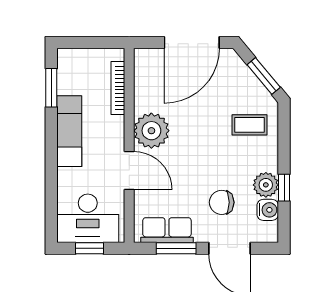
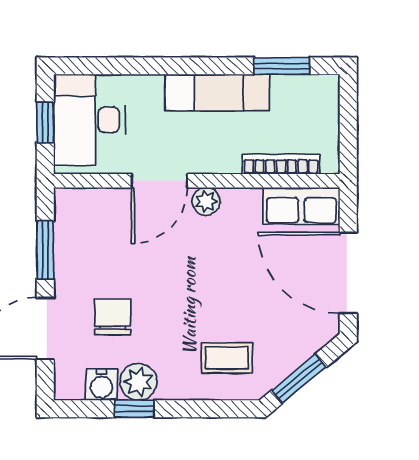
coffee table: (250, 125) -> (227, 358), turned 90
plant: (151, 131) -> (206, 201), width x0.53, depth x0.53
row of seats: (167, 230) -> (301, 206), moved, turned 90

